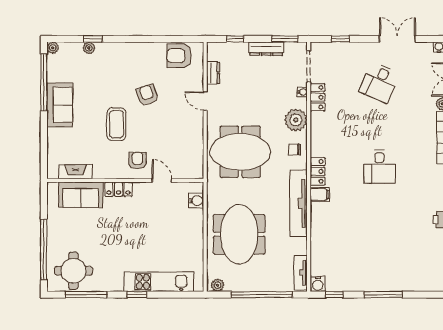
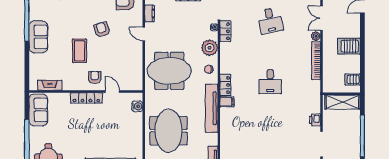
desk: (379, 83) -> (270, 21), turned -36
locker: (118, 189) -> (86, 98), width x1.53
sofa: (81, 195) -> (38, 110), moved, turned -90

